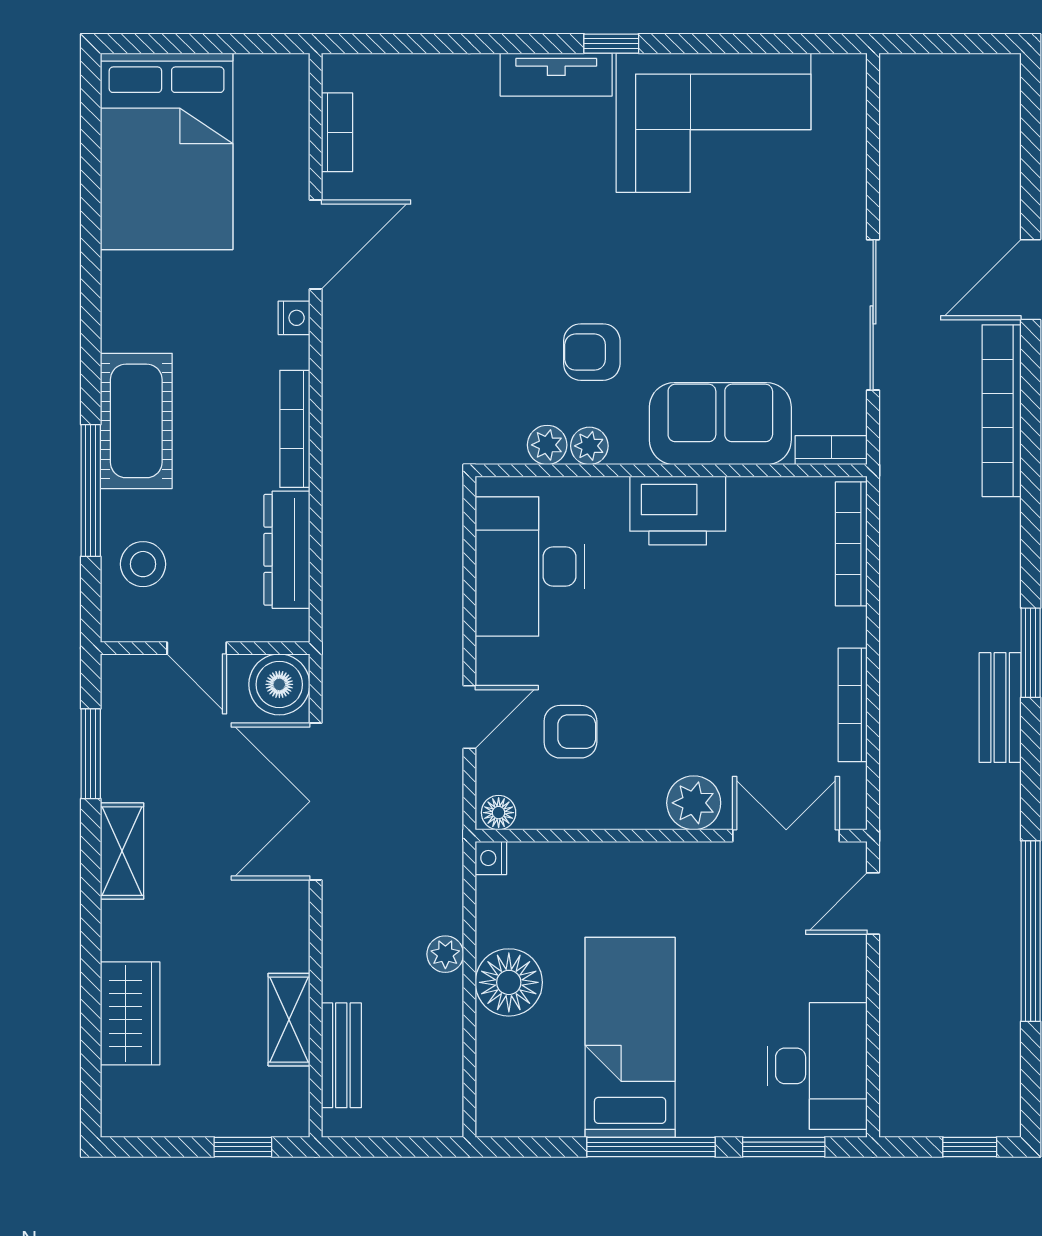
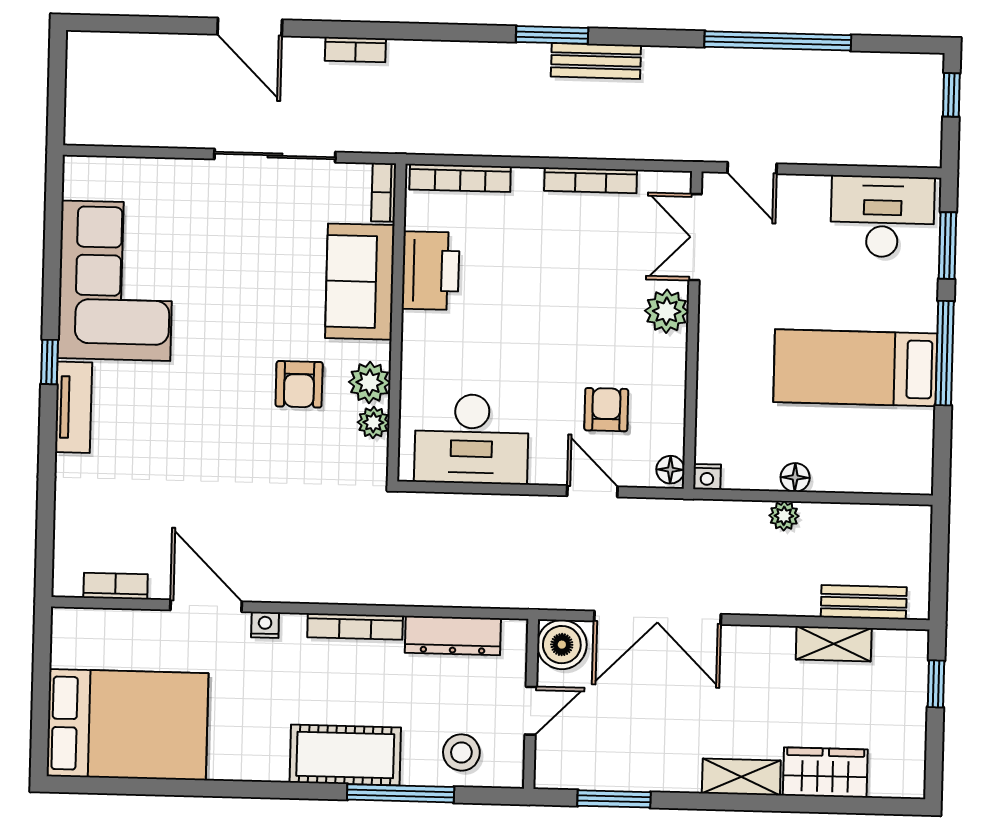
bookcase: (1002, 411) -> (355, 50), width x0.43, depth x0.76
plant: (589, 446) -> (370, 382), width x1.38, depth x1.38
printer: (678, 511) -> (431, 271), moved
shelving: (122, 851) -> (741, 777), moved
floor lamp: (509, 982) -> (795, 477), width x0.53, depth x0.53

